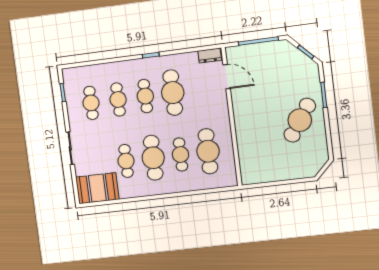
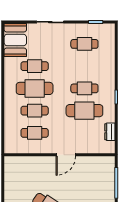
dresser: (210, 56) -> (110, 132), moved
door: (227, 77) -> (66, 155), moved
cafe table: (118, 99) -> (84, 66), removed
cafe table: (208, 151) -> (35, 133), width x0.73, depth x0.74

